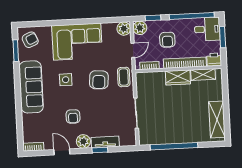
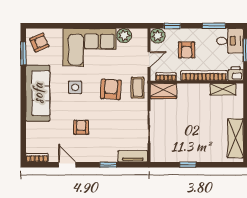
window: (192, 16) -> (214, 26), width x0.47
plant: (124, 29) -> (124, 36), moved
wardrobe: (178, 77) -> (163, 91), moved
armchair: (99, 80) -> (111, 89), turned 180
armchair: (73, 116) -> (81, 127), turned 180
plant: (83, 141) -> (91, 155), removed
tv unit: (105, 142) -> (133, 156), moved
window: (174, 146) -> (188, 165), width x0.32

